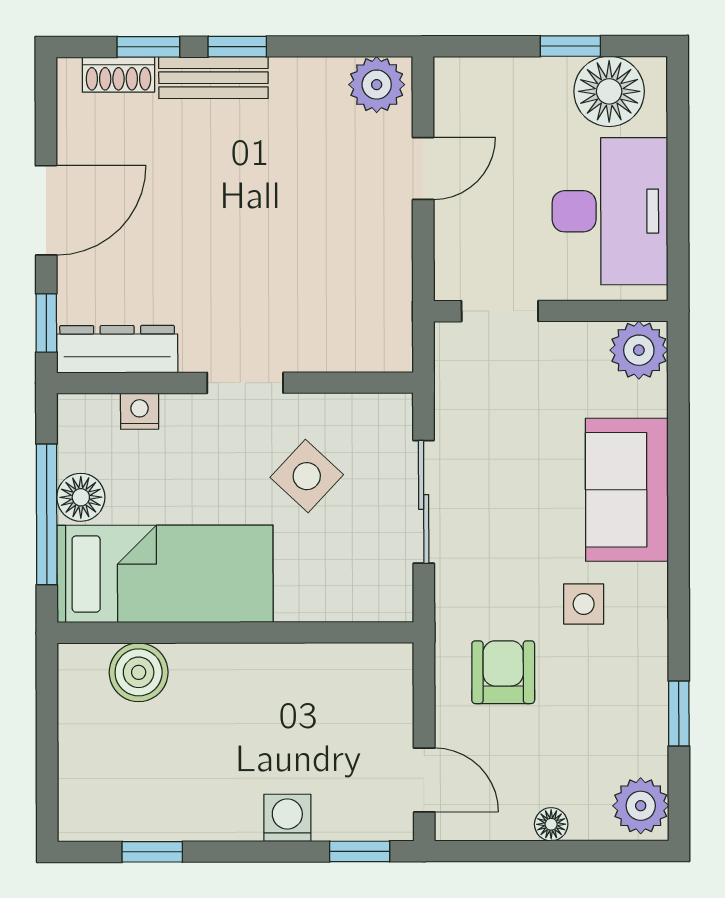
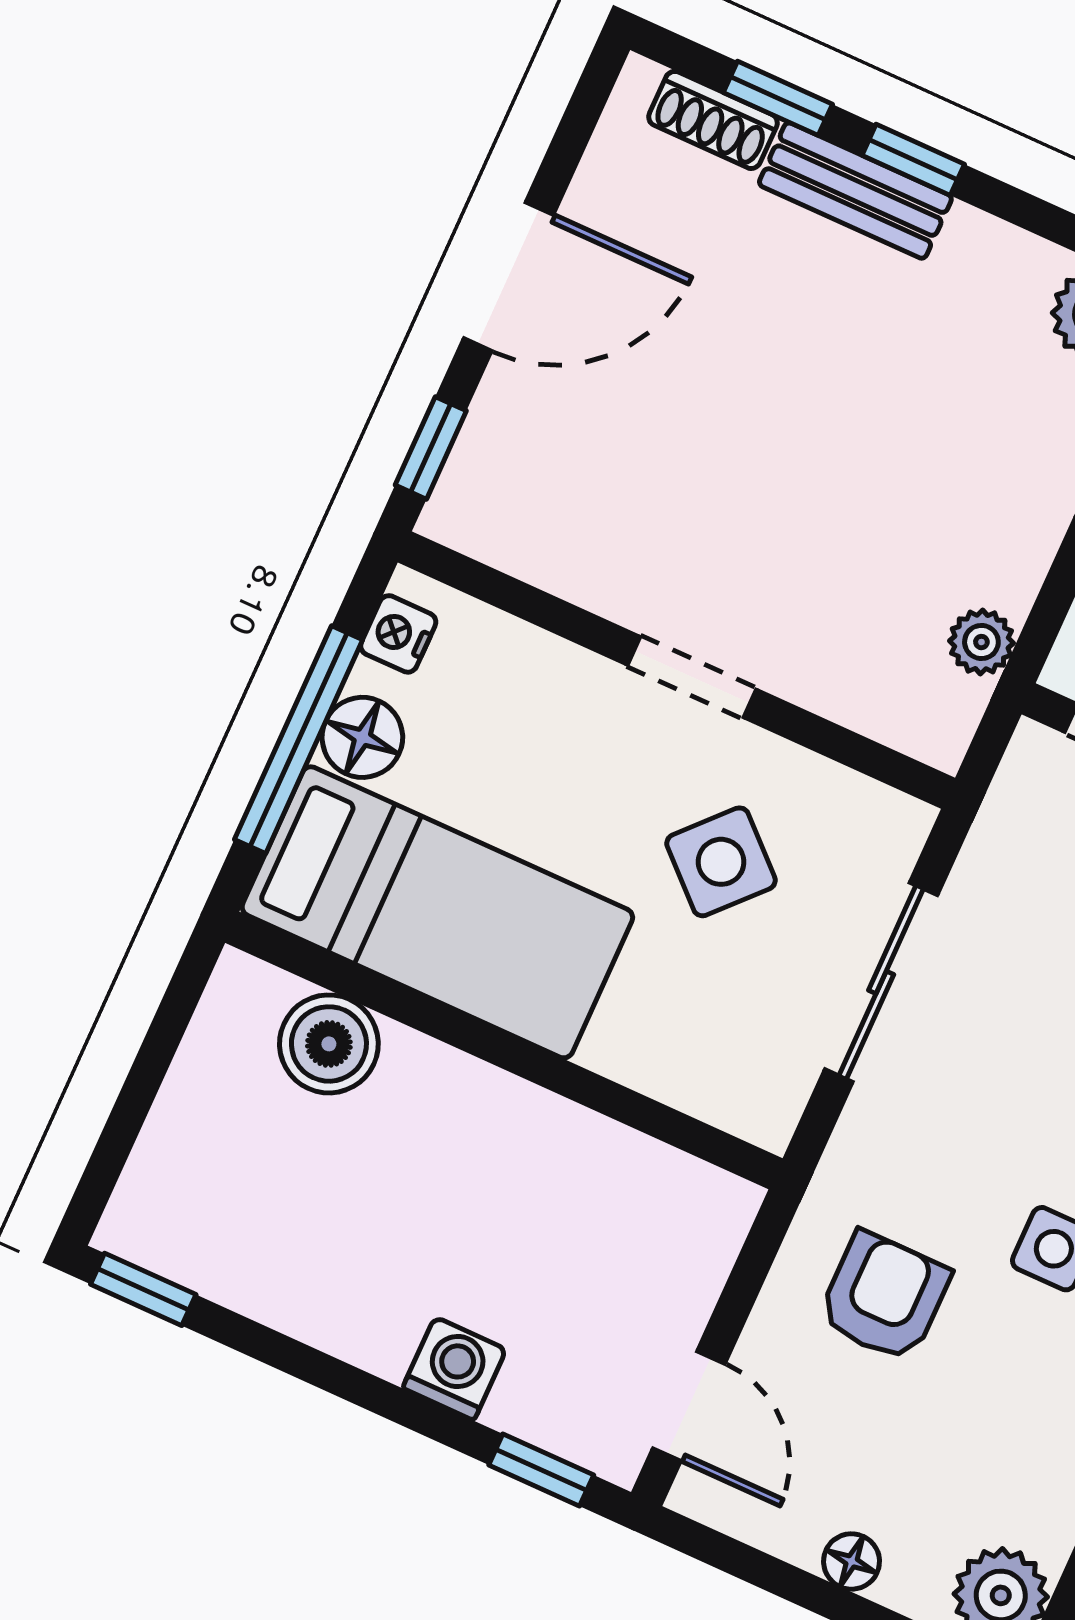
plant: (394, 292) -> (981, 642), added
dresser: (117, 349) -> (520, 537), removed
nightstand: (140, 411) -> (398, 634), moved, turned -90
window: (152, 852) -> (143, 1289), moved

